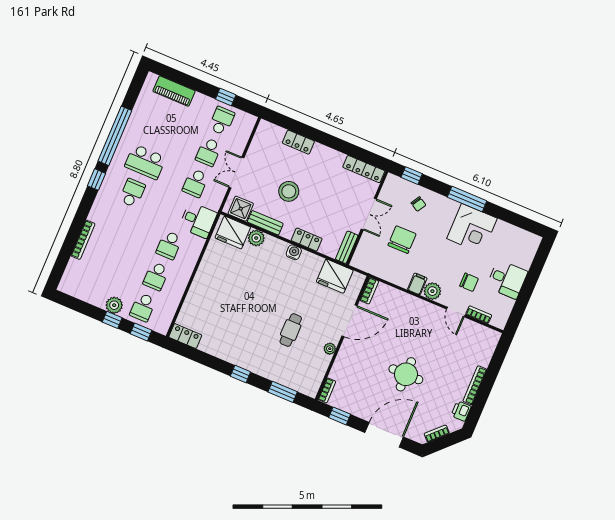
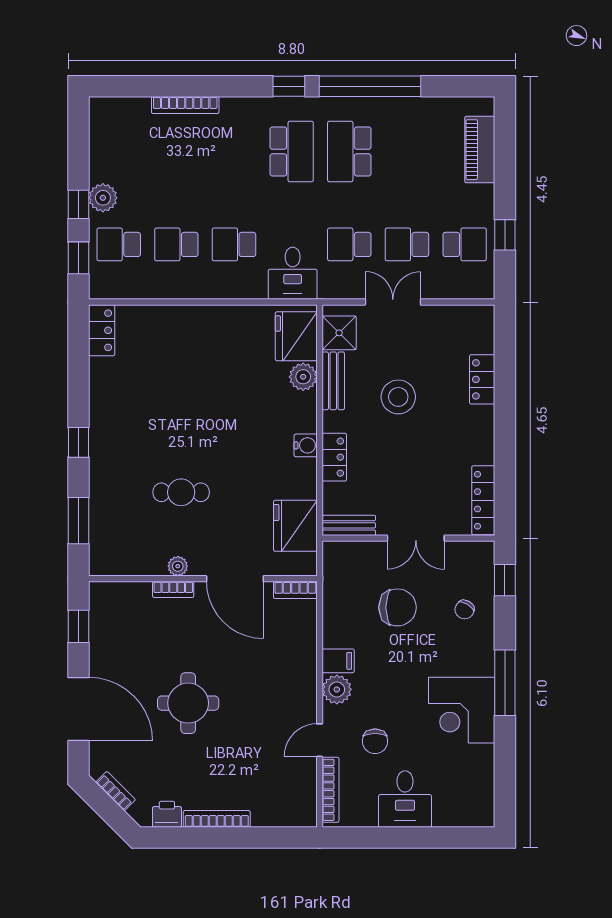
school desk: (132, 193) -> (292, 152), width x1.85
bookcase: (479, 315) -> (330, 790), width x1.56
bookcase: (327, 390) -> (173, 589), moved

